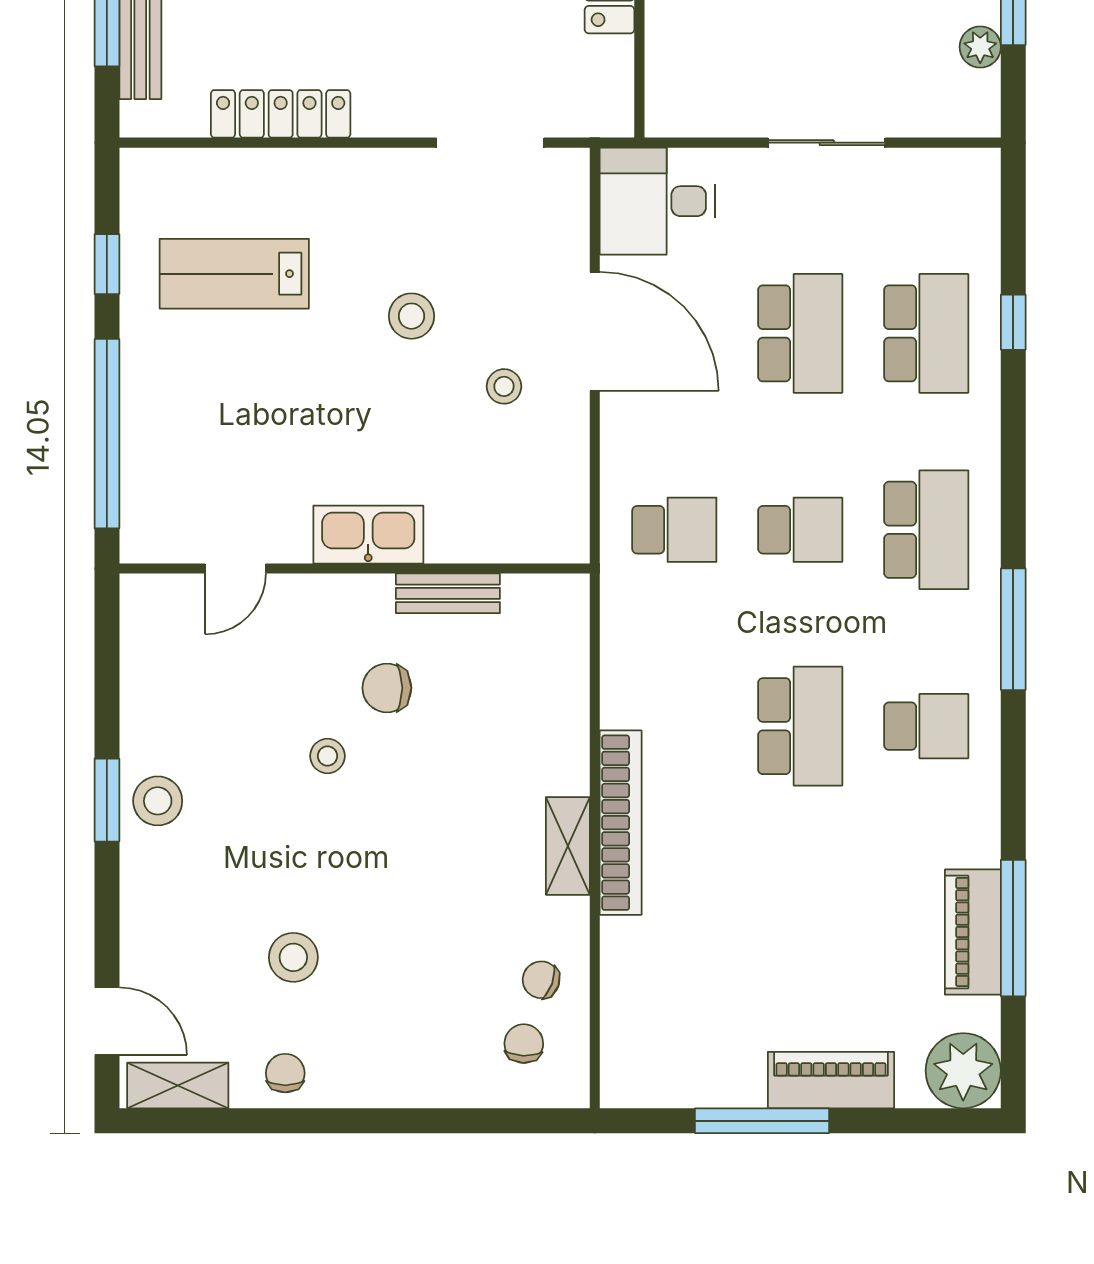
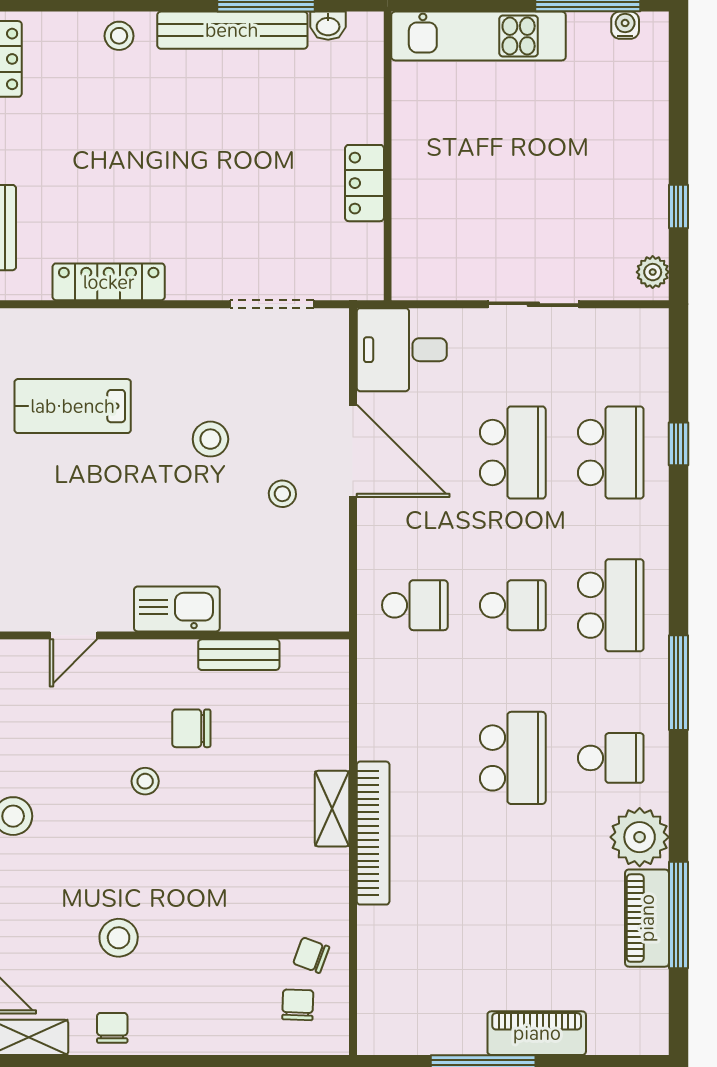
plant: (980, 47) -> (653, 272), moved
shelving: (568, 846) -> (332, 809), moved
plant: (963, 1071) -> (640, 837), moved

